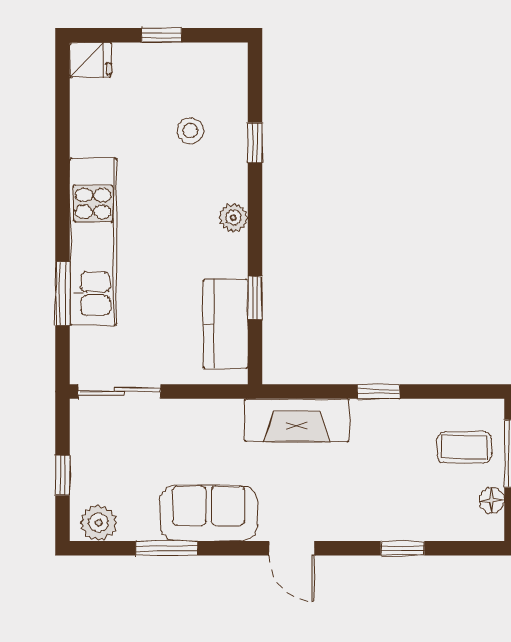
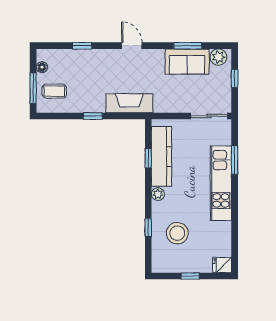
stool: (190, 131) -> (177, 233), width x1.89, depth x1.89
kitchen counter: (225, 324) -> (161, 156), width x1.50
sofa: (209, 513) -> (187, 62), moved

